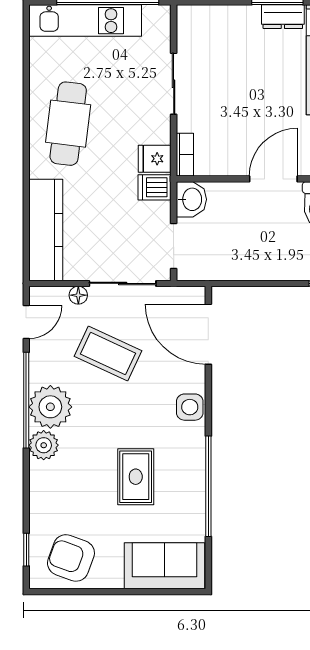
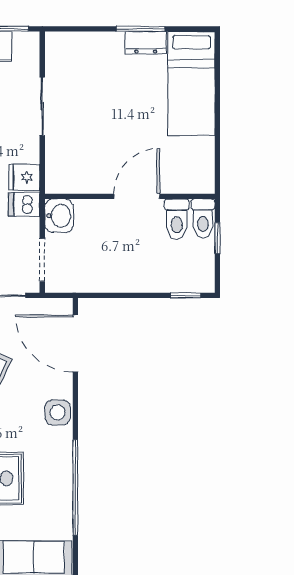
bookcase: (185, 155) -> (53, 173), removed

